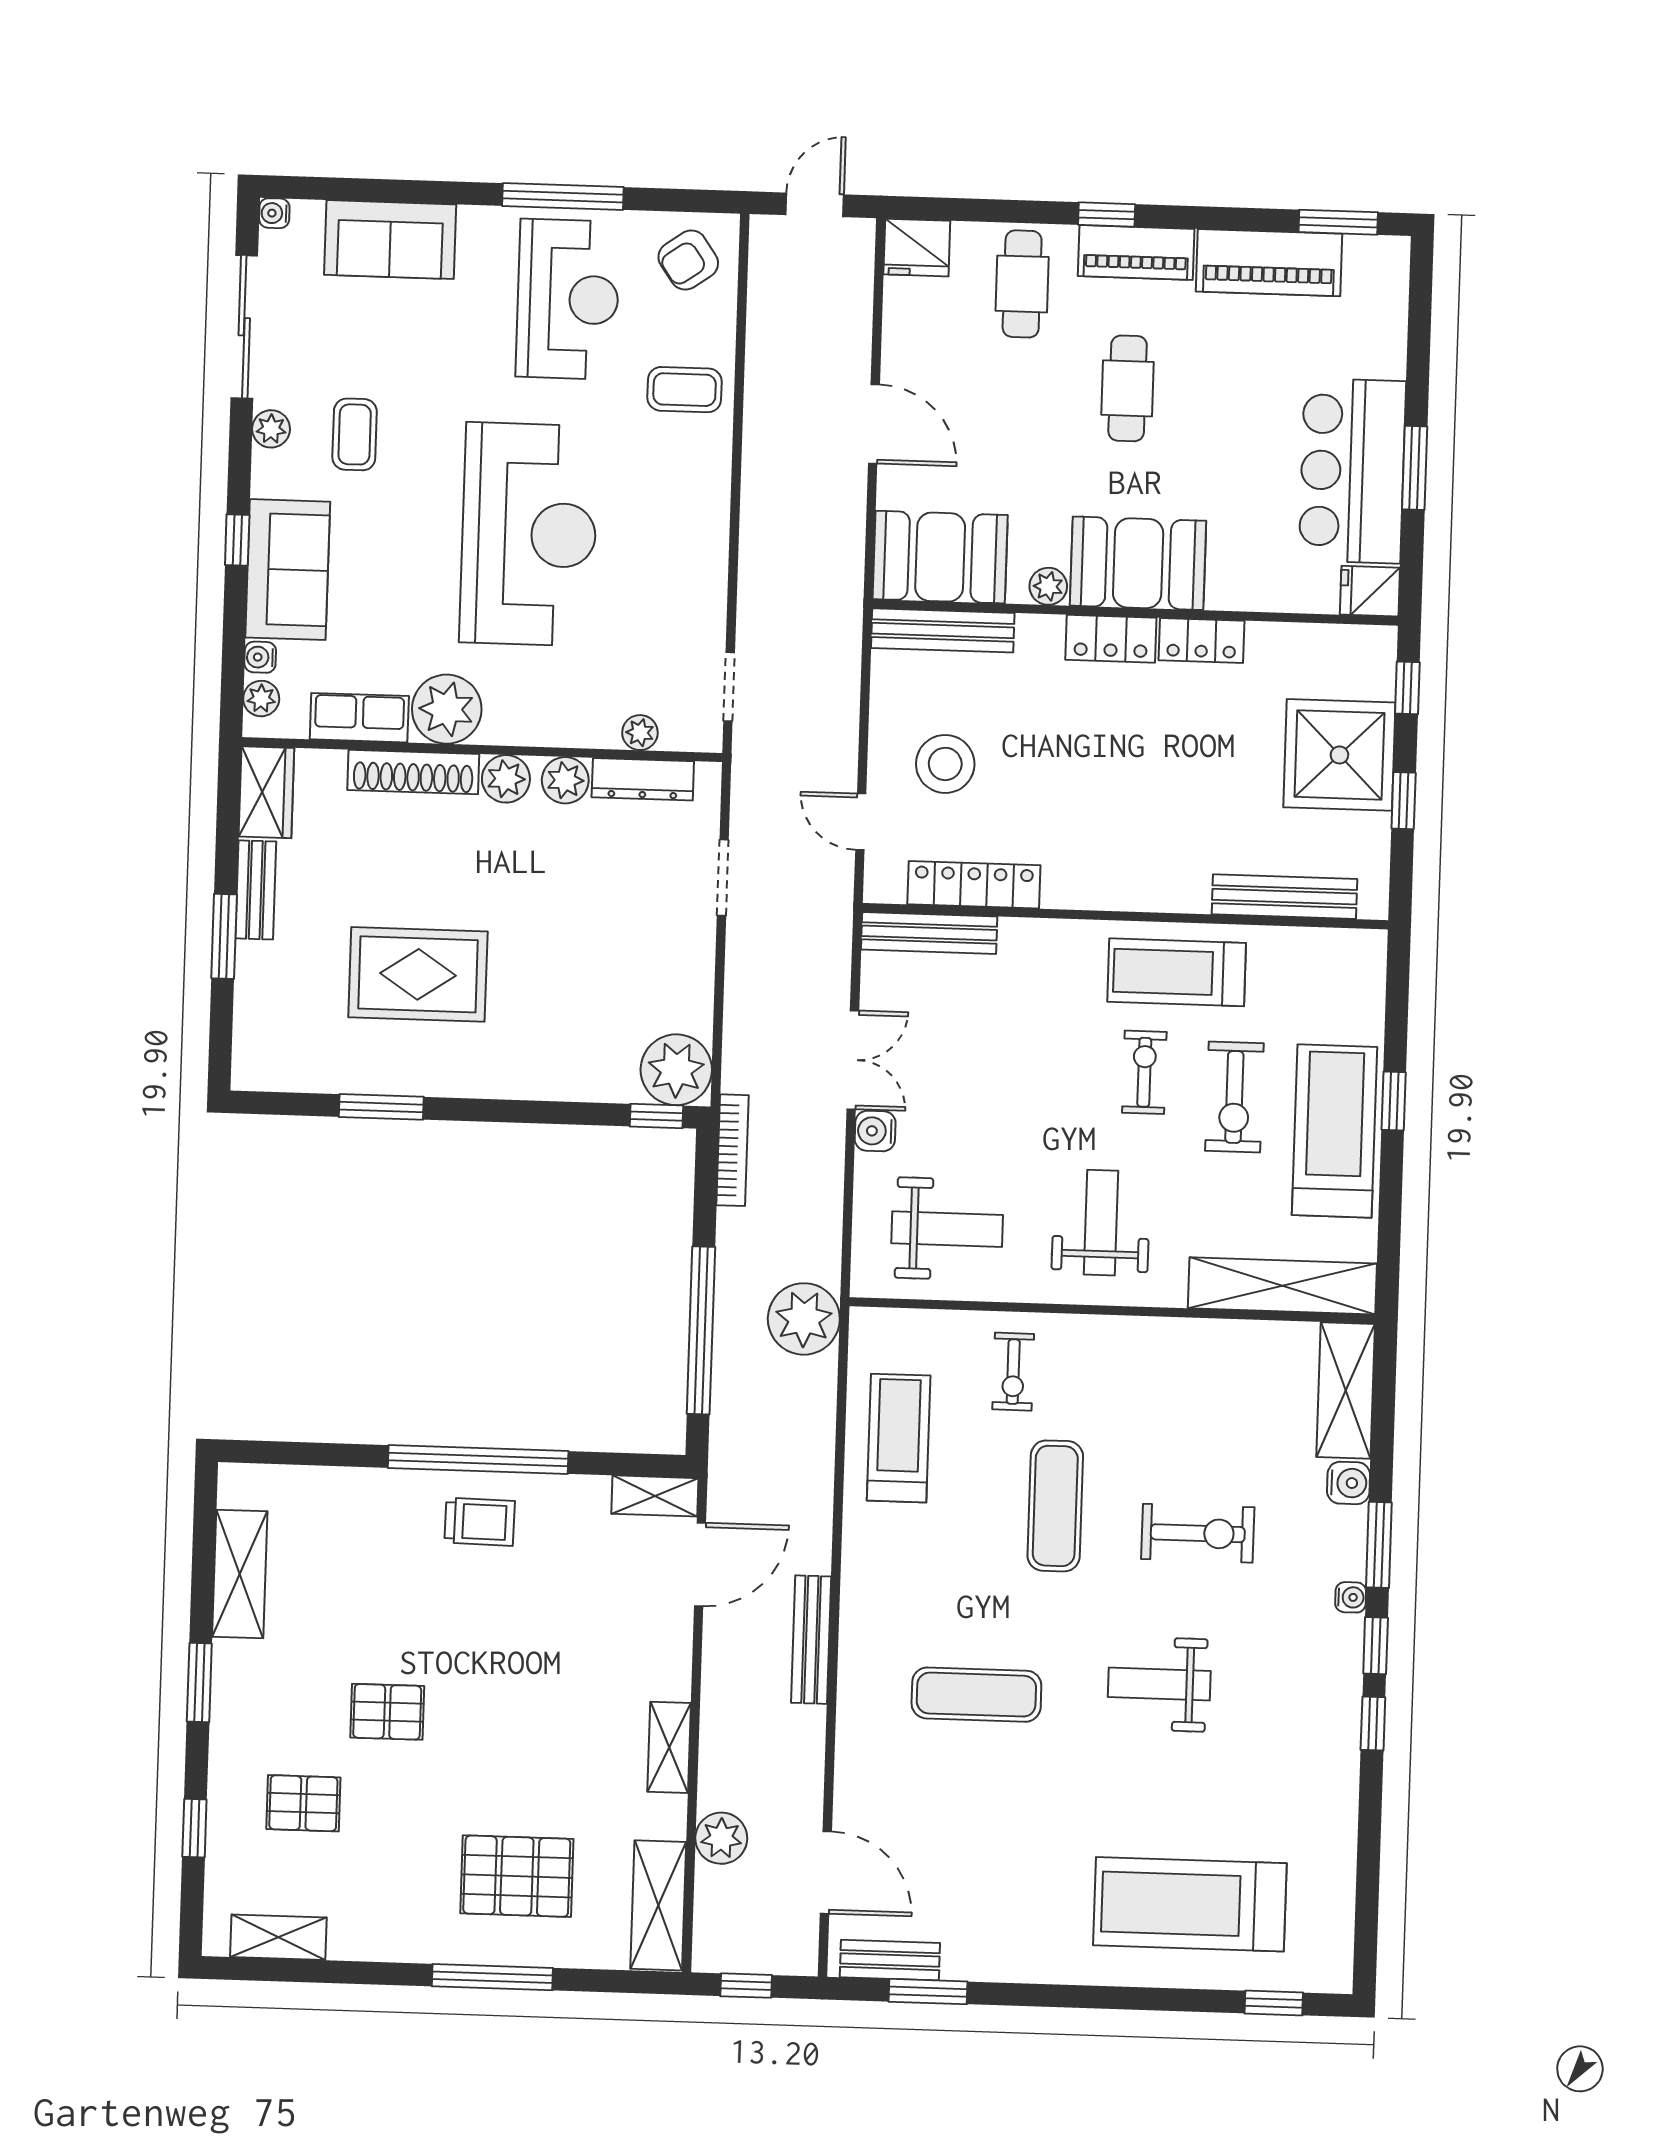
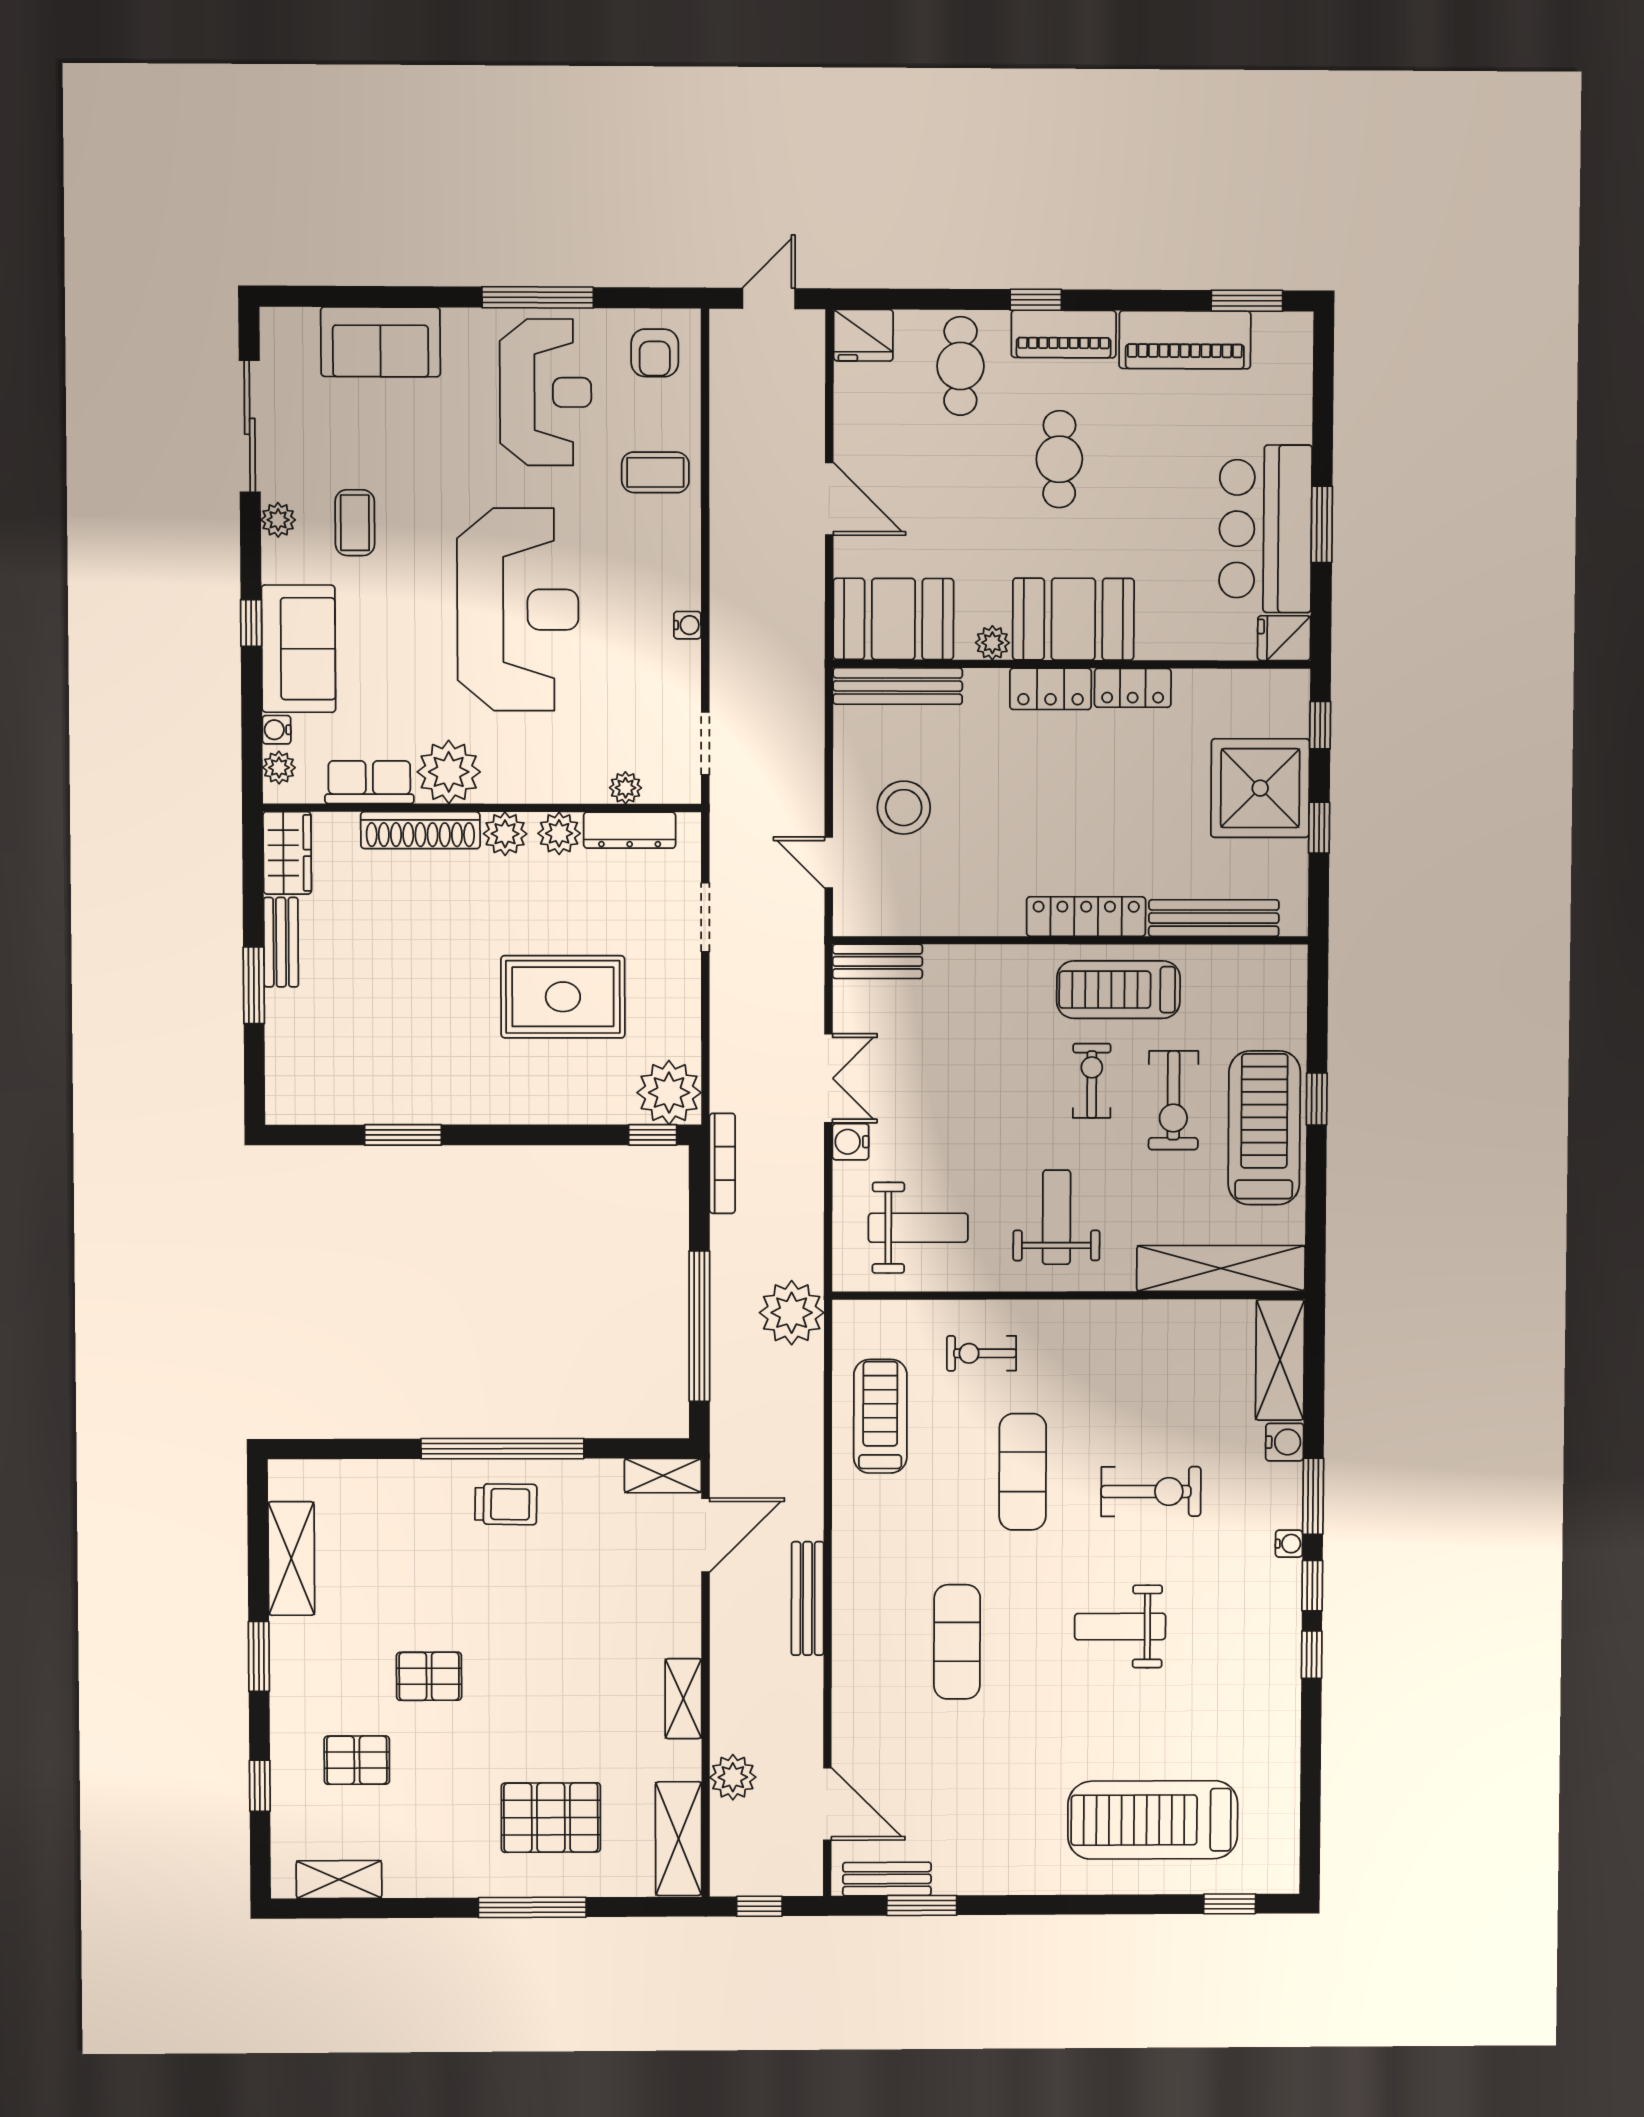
water cooler: (274, 213) -> (687, 625), moved, turned 180
armchair: (688, 260) -> (655, 353), turned -55
locker: (974, 885) -> (1086, 917), moved
bench: (929, 933) -> (878, 961), width x0.73
rug: (418, 974) -> (563, 997), moved
exercise bike: (1013, 1372) -> (981, 1353), turned 90
exercise mat: (976, 1695) -> (957, 1642), turned 90

